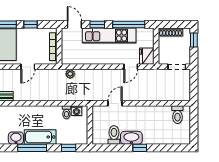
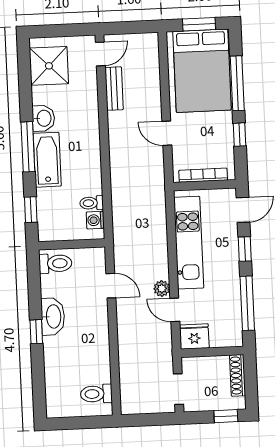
kitchen unit: (109, 35) -> (189, 243), moved, turned 180
plant: (70, 74) -> (162, 289), moved
toilet: (114, 135) -> (55, 263), moved

